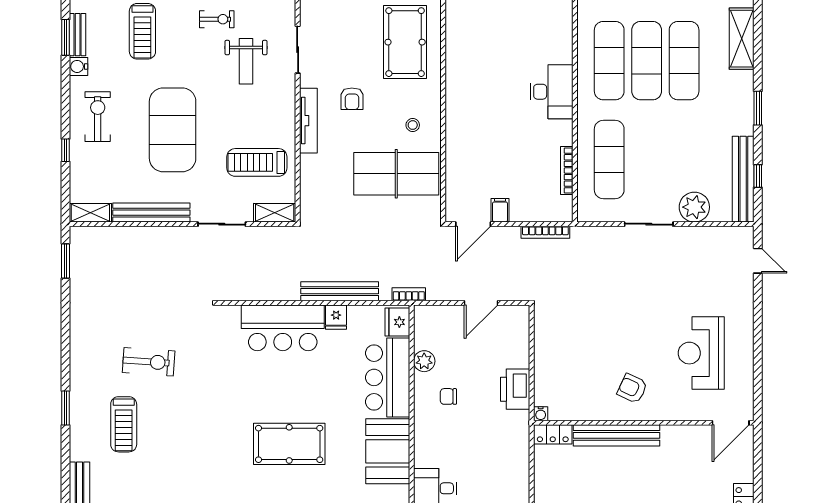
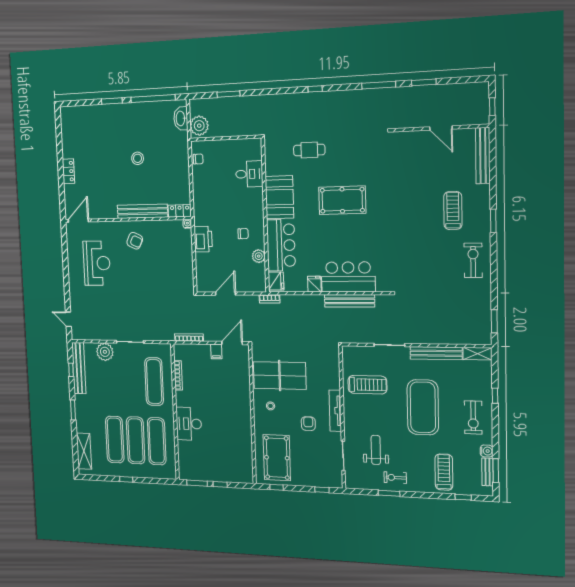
shelving: (275, 213) -> (355, 352), removed
bench: (340, 291) -> (350, 301), moved
exercise bike: (149, 362) -> (473, 260), moved, turned 86

